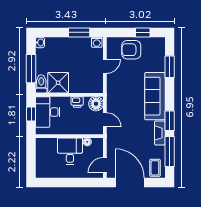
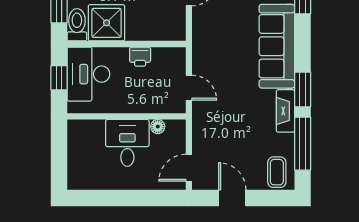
floor lamp: (96, 104) -> (173, 60), removed
door: (130, 182) -> (232, 198), width x0.53

